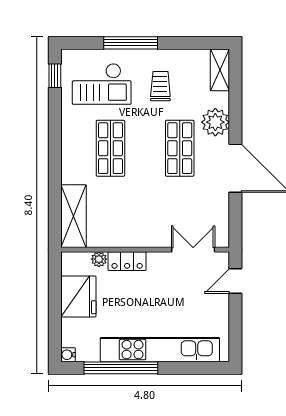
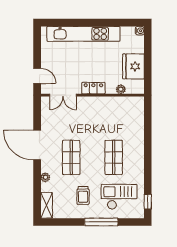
plant: (215, 122) -> (45, 177), width x0.53, depth x0.53
shelving: (73, 216) -> (136, 116), removed
locker: (127, 261) -> (93, 88), moved
door: (235, 281) -> (37, 76), hinge flipped
window: (121, 368) -> (107, 23), removed

